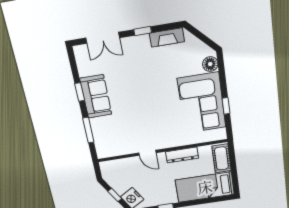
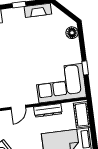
corner sofa: (202, 103) -> (61, 83), moved, turned 90
door: (147, 153) -> (18, 107), hinge flipped

